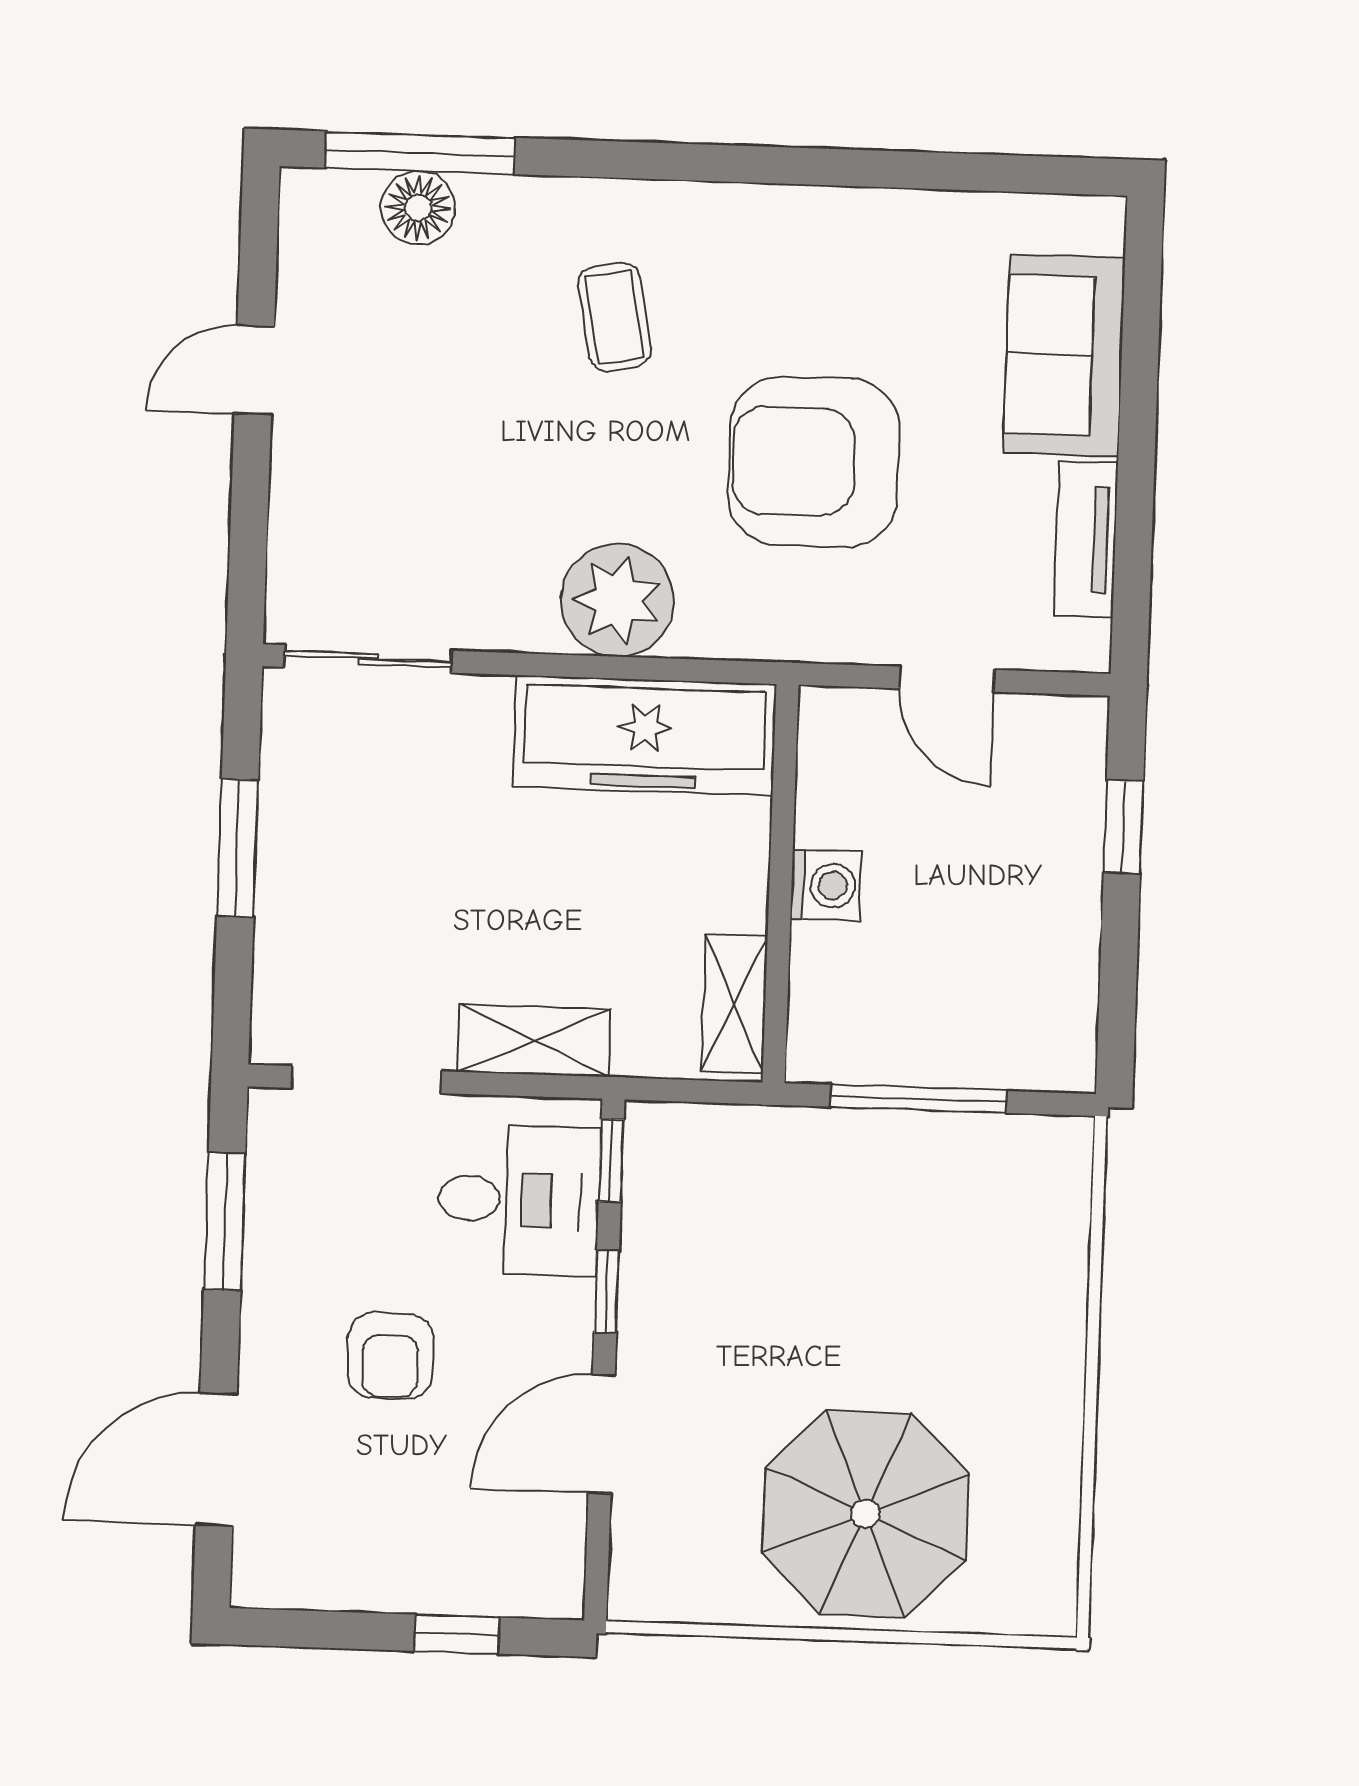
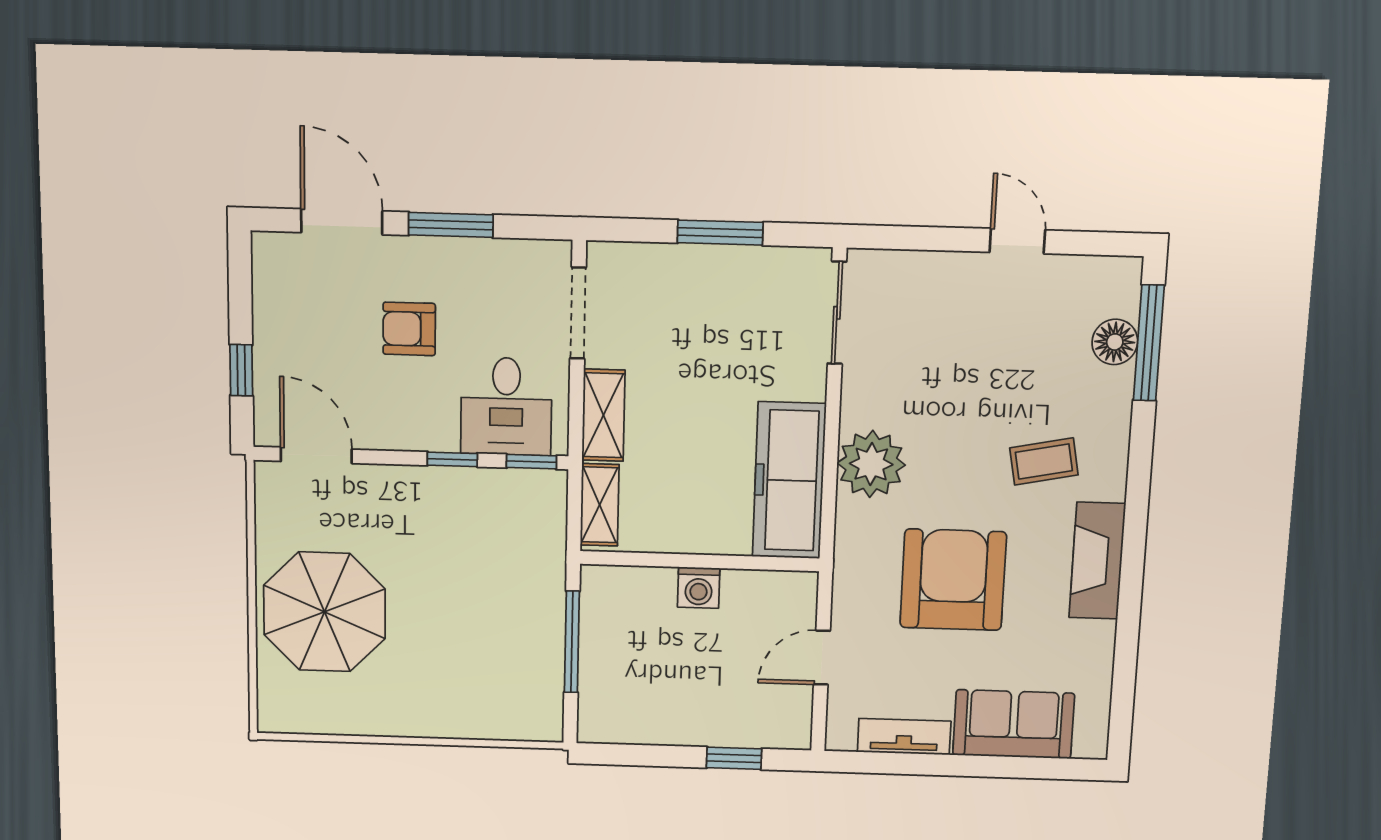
fireplace: (782, 224) -> (1097, 561), added
shelving: (734, 1003) -> (600, 505), moved, turned 90
window: (225, 1222) -> (451, 225), moved
door: (602, 1434) -> (316, 455), moved

